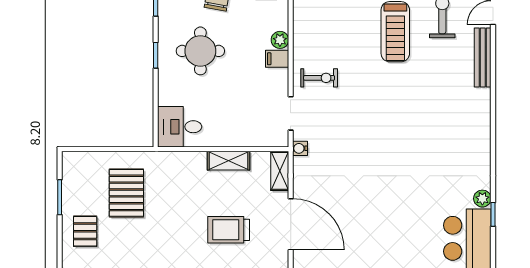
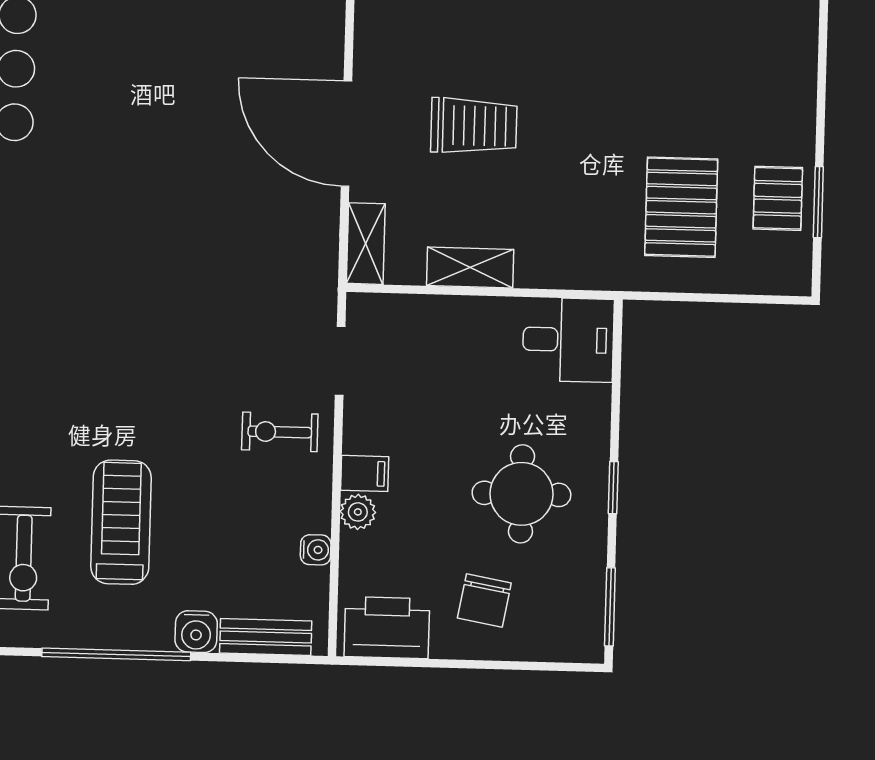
water cooler: (300, 148) -> (316, 550), moved
pallet: (85, 231) -> (778, 198), moved

